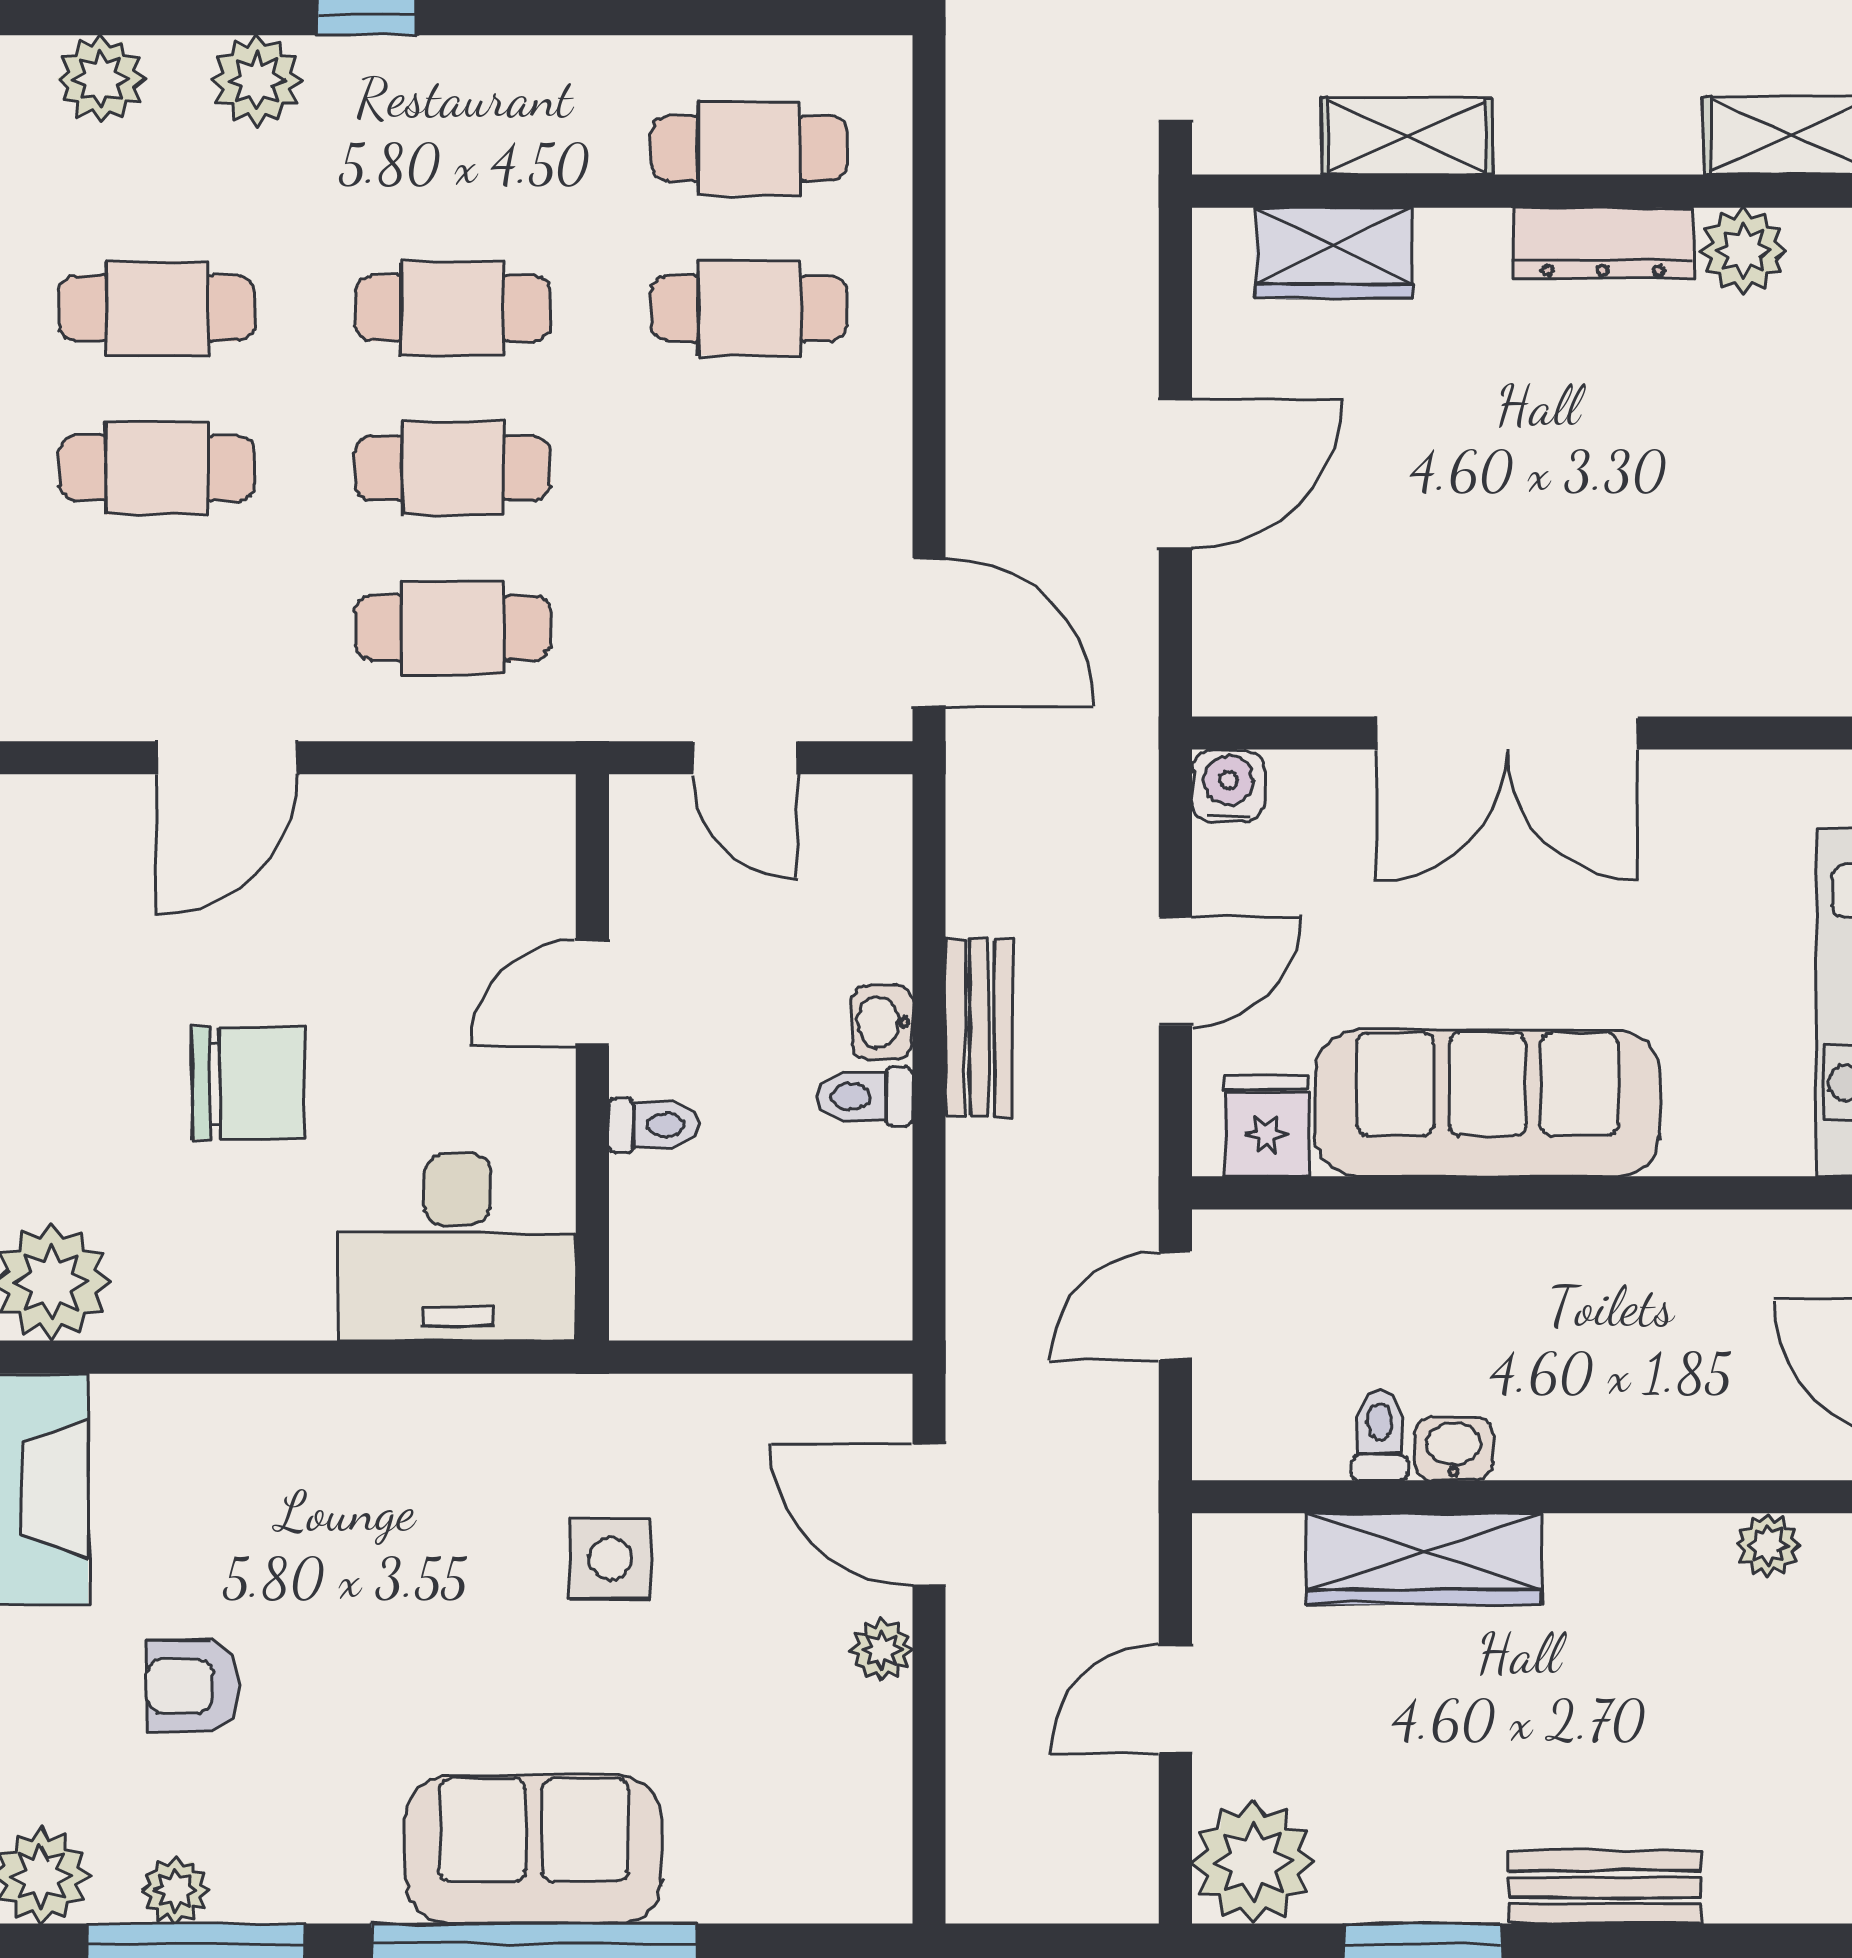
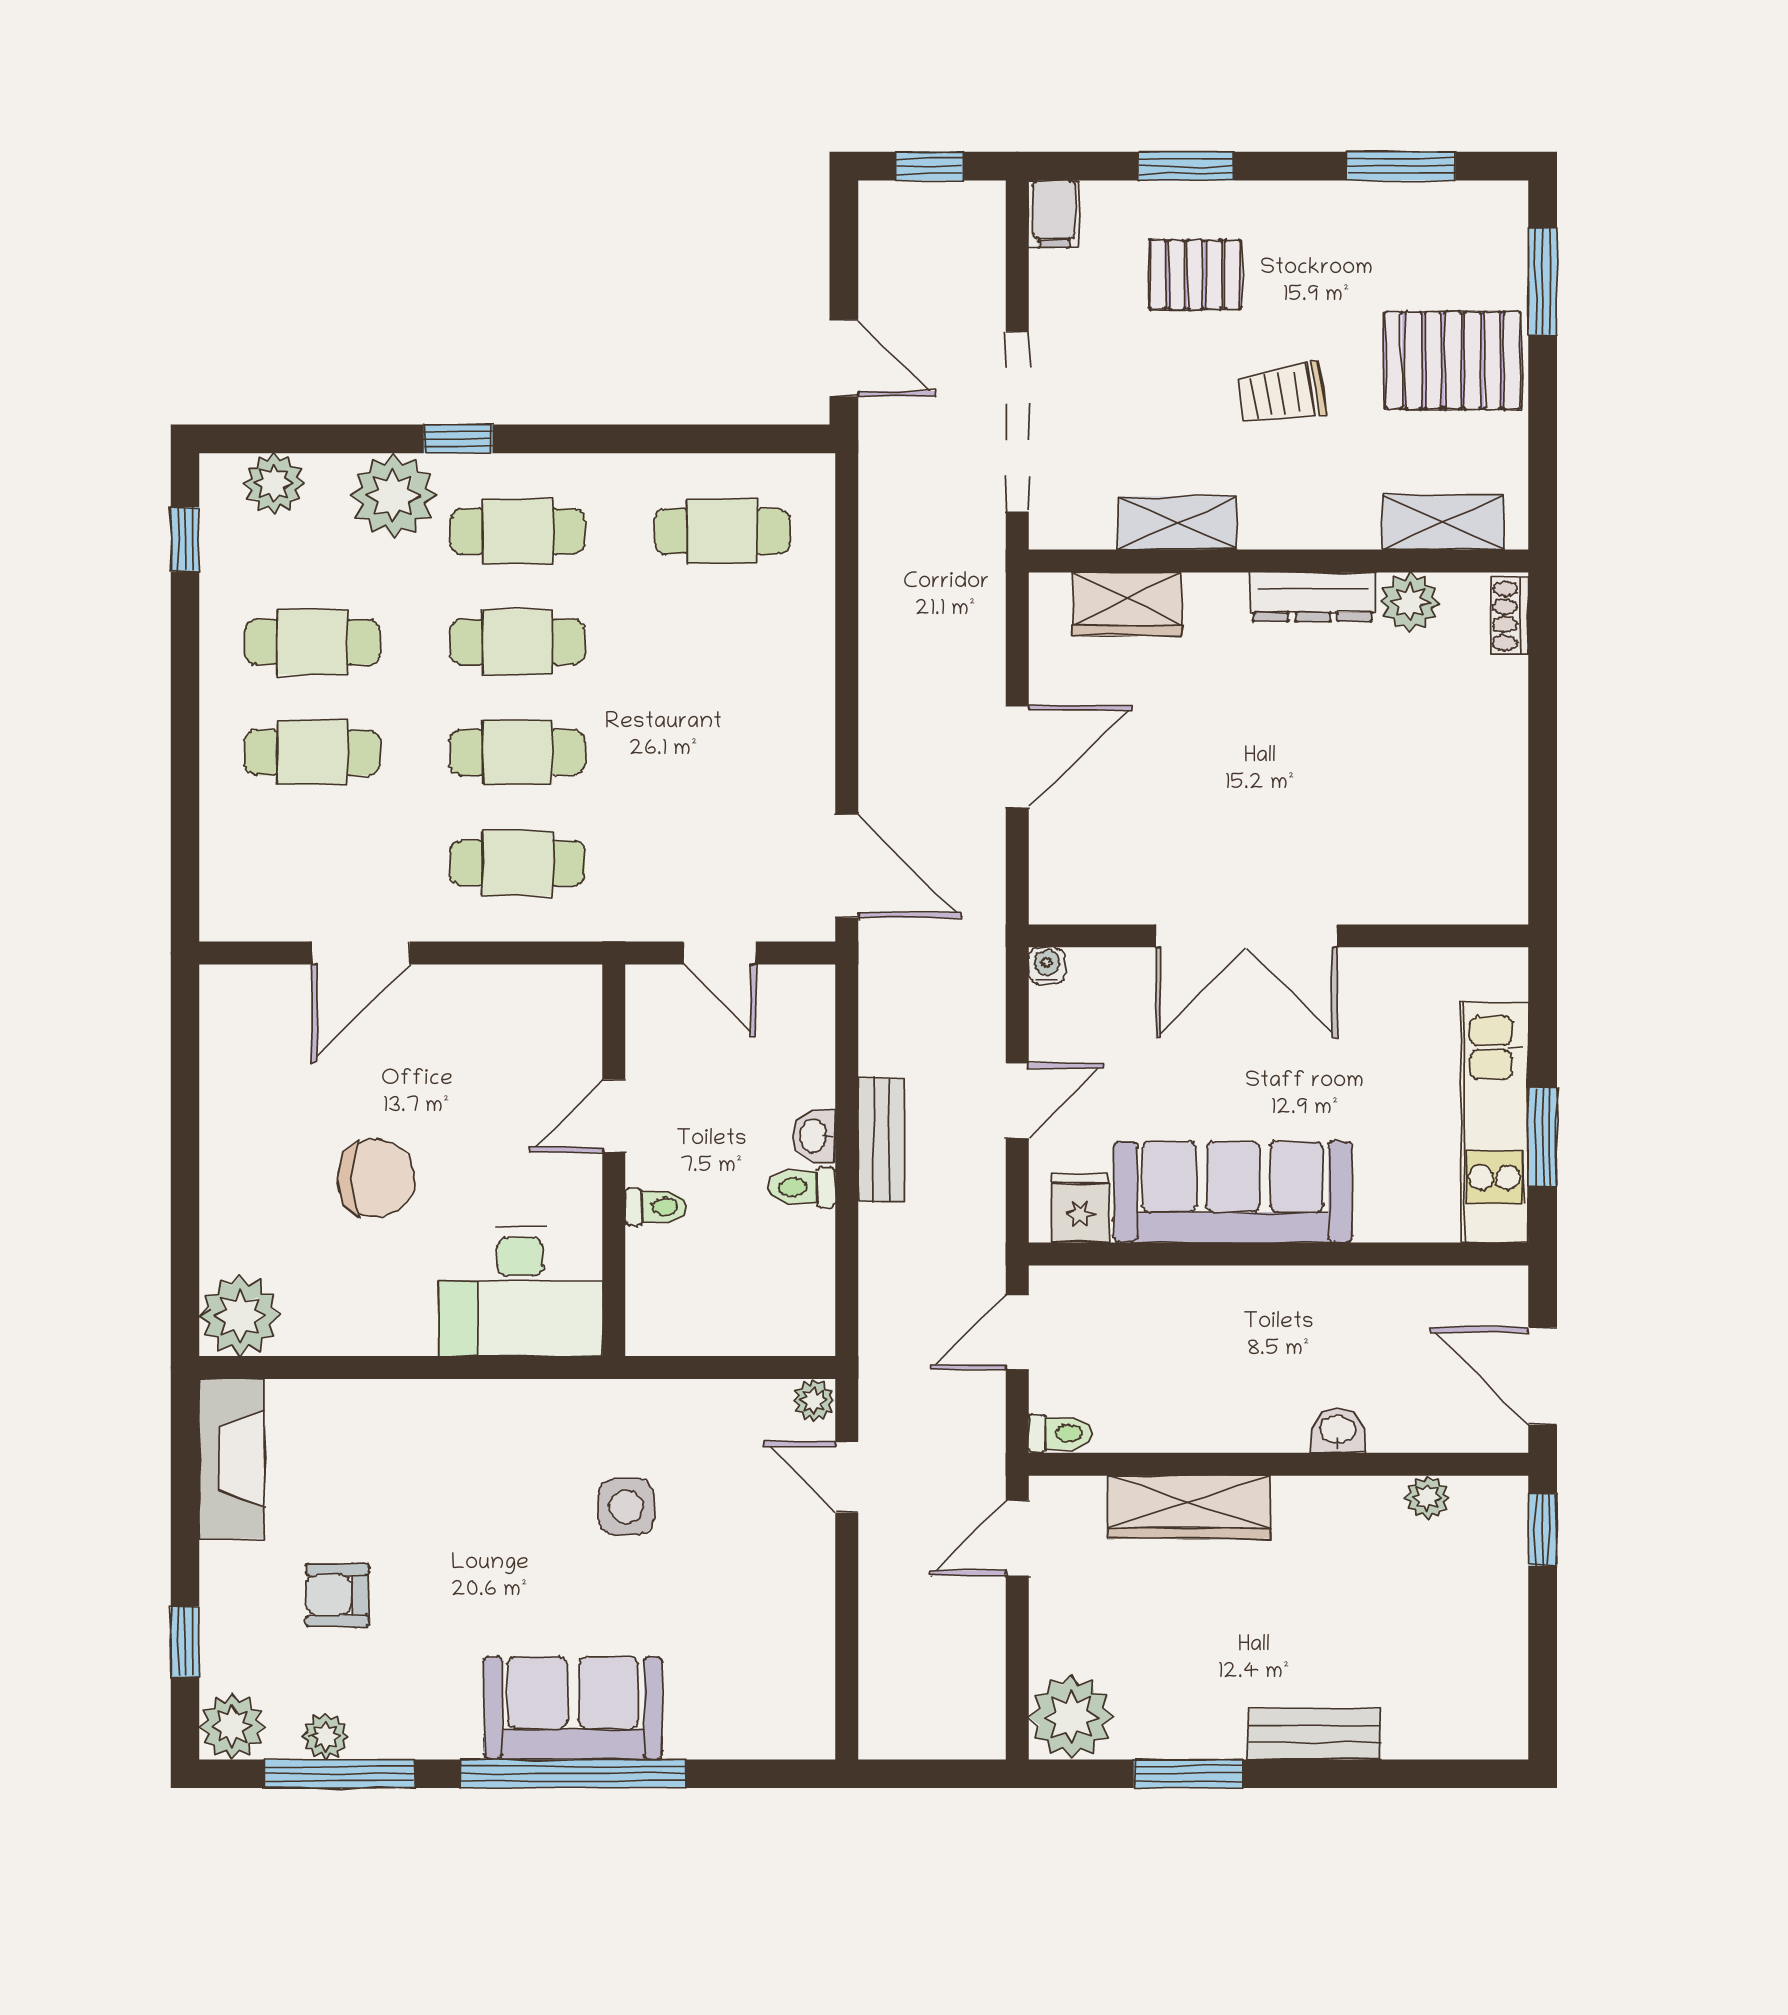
plant: (257, 80) -> (393, 496), width x1.36, depth x1.36
cafe table: (749, 308) -> (517, 531), moved
water cooler: (1228, 786) -> (1047, 965), width x0.72, depth x0.72
toilet: (1380, 1435) -> (1060, 1433), moved, turned 90
washbasin: (1454, 1449) -> (1338, 1431), moved
door: (929, 1515) -> (847, 1477), width x0.73
plant: (882, 1650) -> (814, 1400), moved
door: (1175, 1699) -> (1017, 1538), moved

